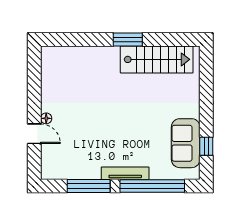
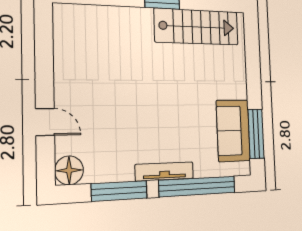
floor lamp: (46, 118) -> (69, 170), moved, width x1.89, depth x1.89
window: (206, 146) -> (256, 134), width x2.17

